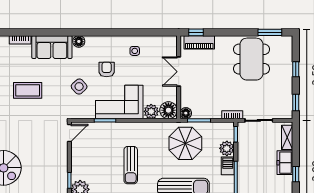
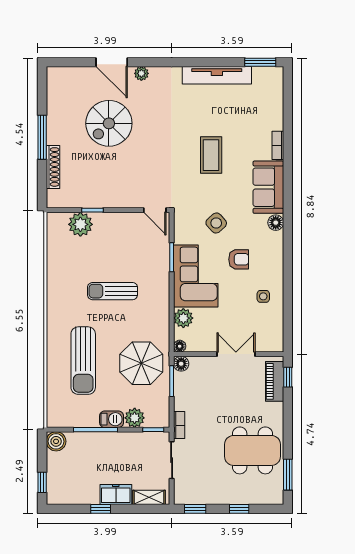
floor lamp: (168, 110) -> (180, 346), width x0.53, depth x0.53

